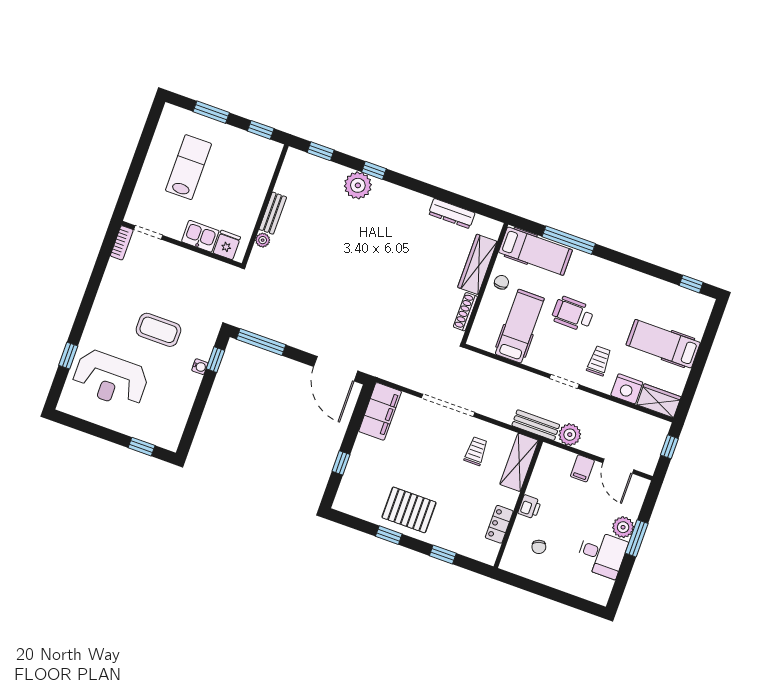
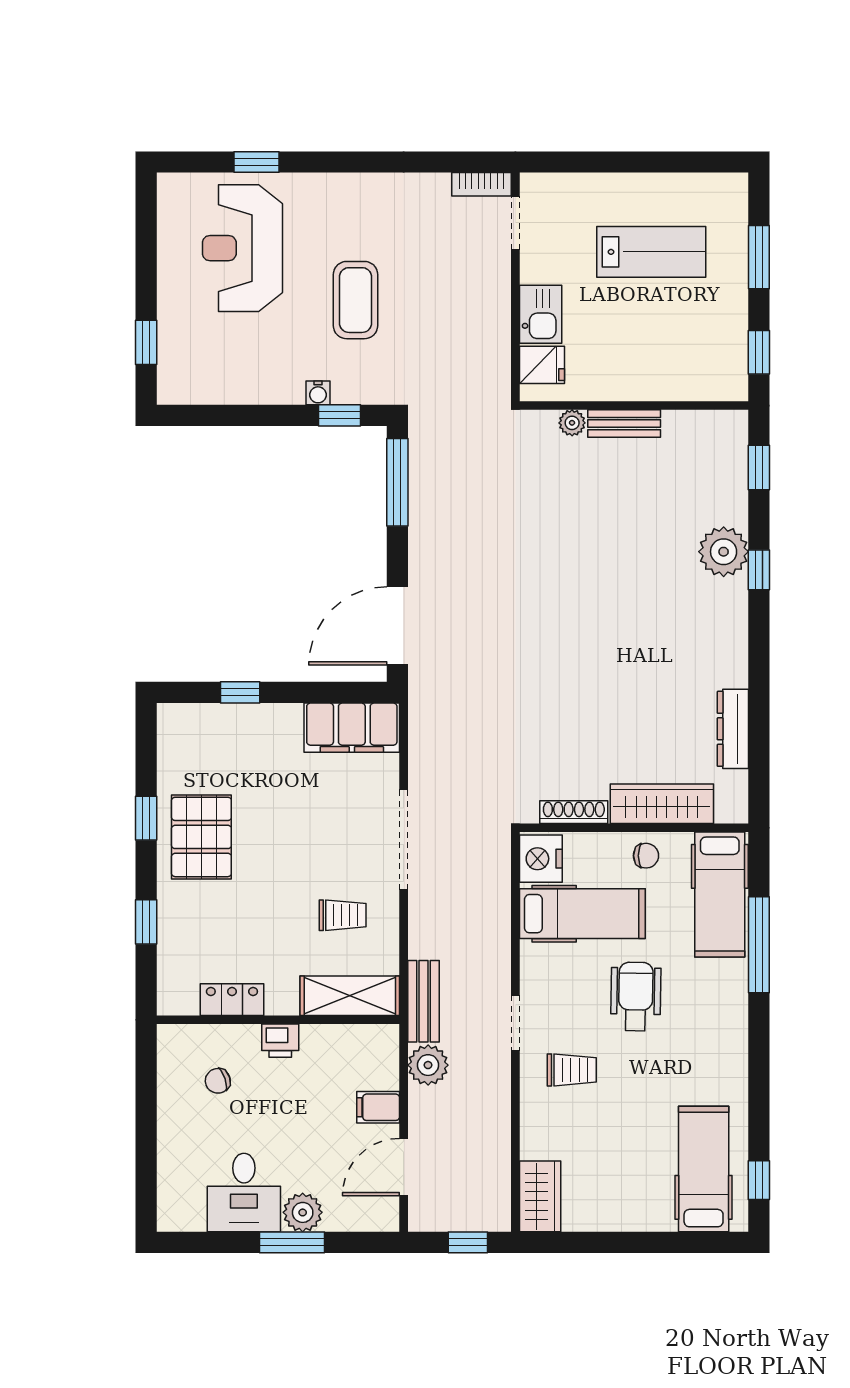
hospital bed: (663, 344) -> (704, 1169), moved
nightstand: (627, 389) -> (541, 859), moved

